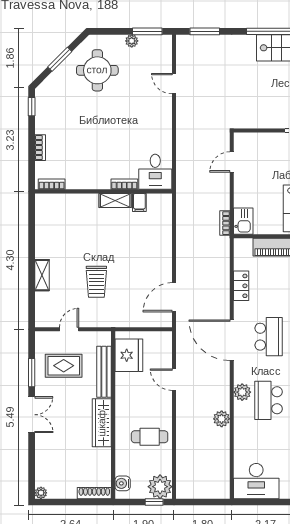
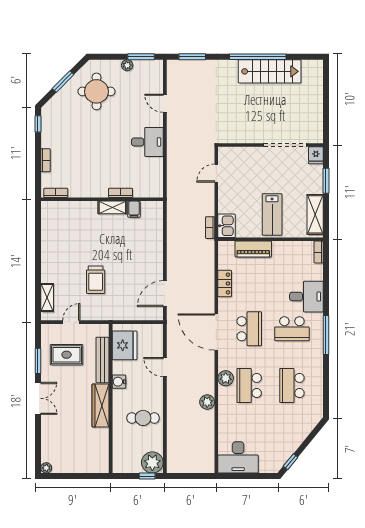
desk: (155, 172) -> (147, 142), moved, turned -90
shelving: (42, 275) -> (47, 298), moved
water cooler: (123, 483) -> (119, 382), moved
shoe rack: (94, 493) -> (94, 468), removed

